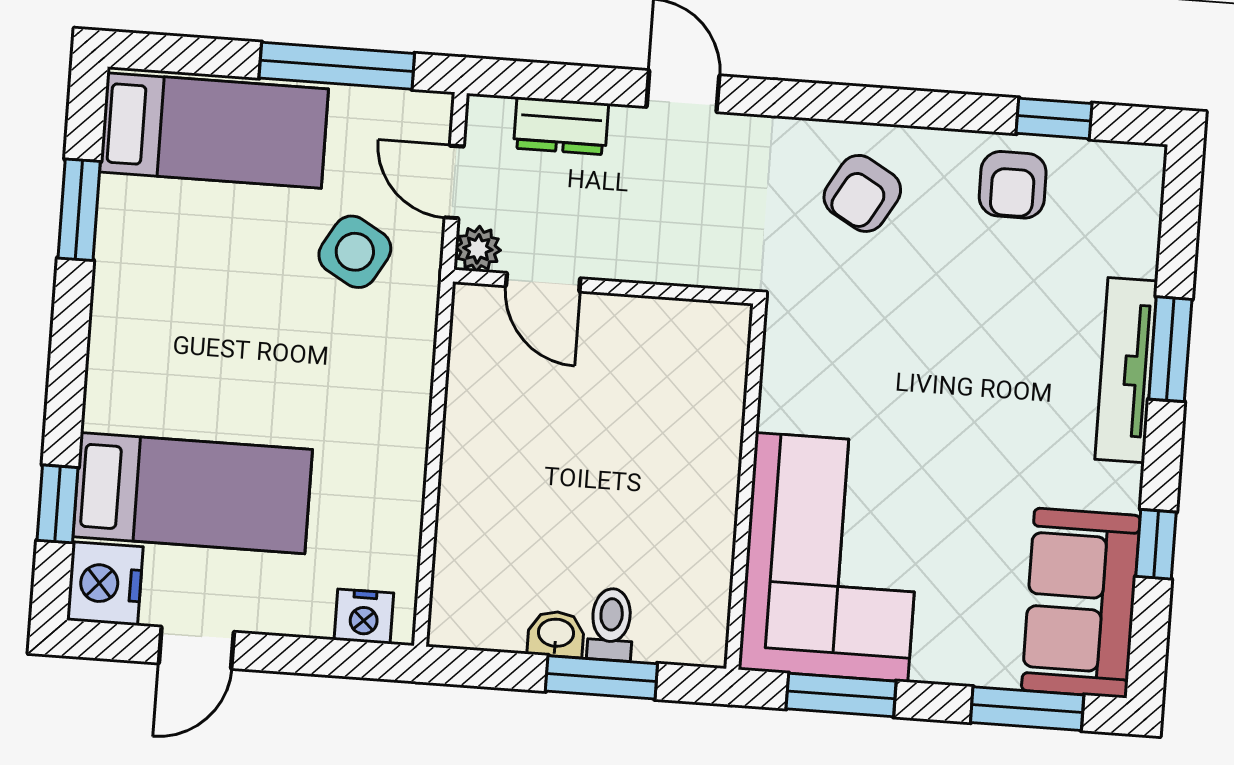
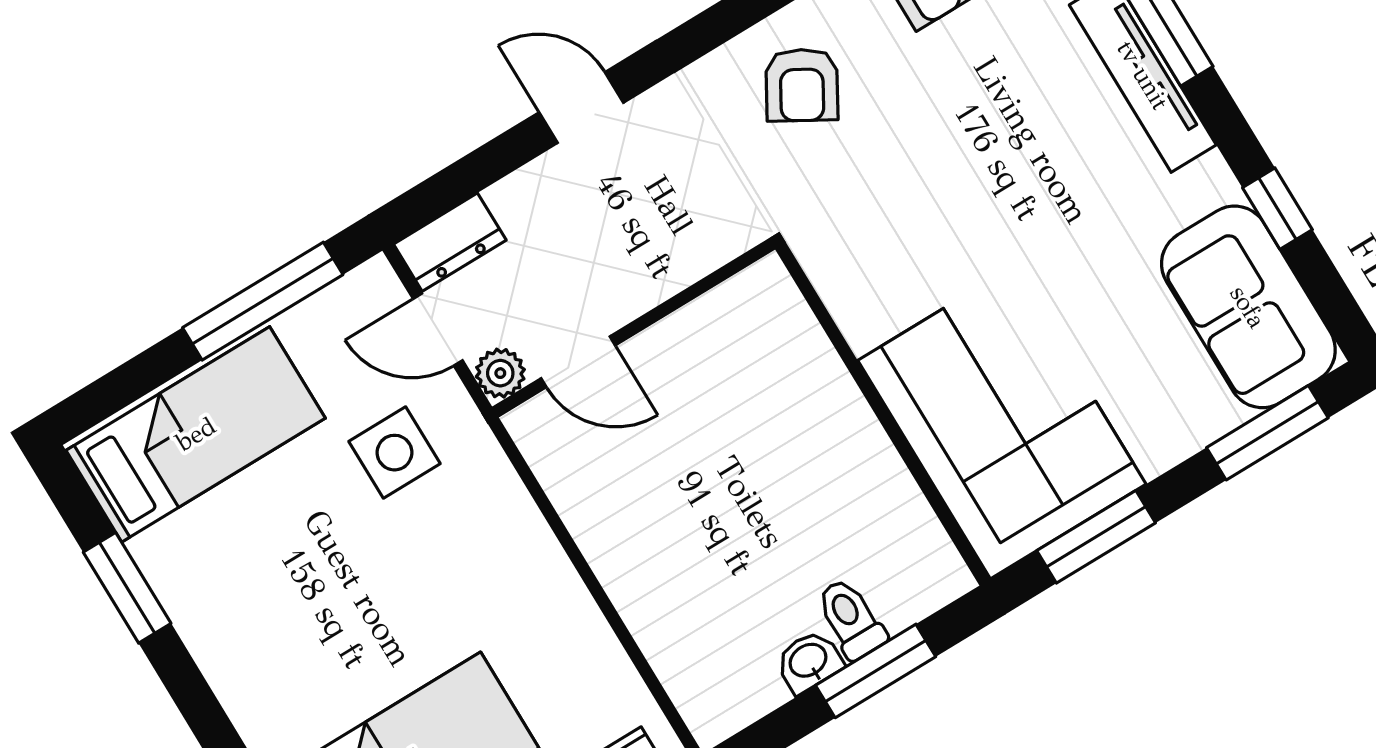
dresser: (561, 126) -> (450, 242), moved
side table: (355, 252) -> (395, 453), turned -30

